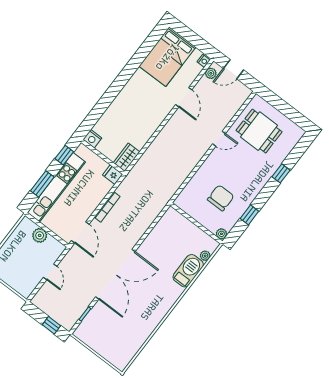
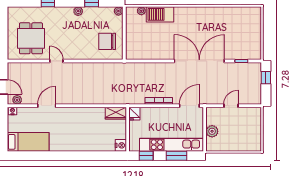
bed: (167, 57) -> (28, 142), width x0.67
plant: (251, 196) -> (78, 11), added
chair: (221, 198) -> (107, 41), moved

